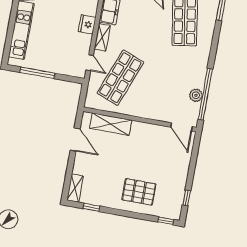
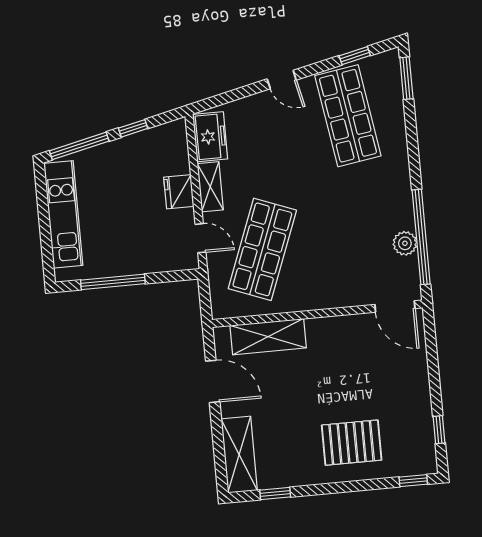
fridge: (87, 24) -> (179, 192), moved
shelving: (75, 188) -> (239, 455), width x1.50, depth x1.33

